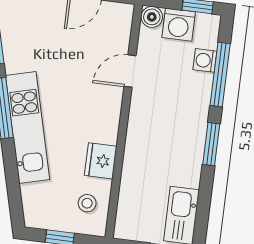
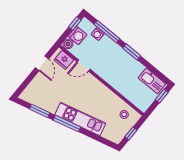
door: (130, 71) -> (84, 66), hinge flipped
fridge: (101, 161) -> (64, 60), moved

